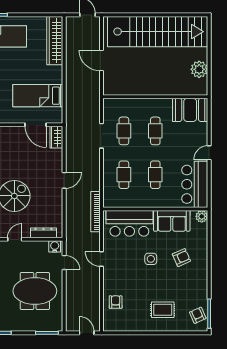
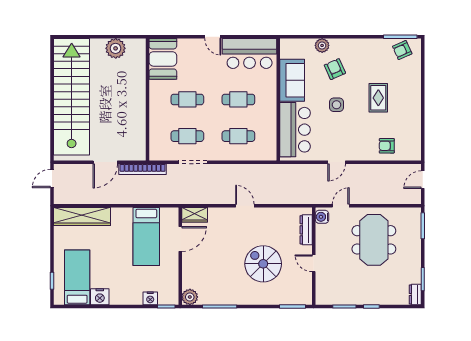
bookcase: (96, 212) -> (143, 169), moved
plant: (202, 216) -> (322, 45), moved
rug: (163, 310) -> (378, 98), moved

